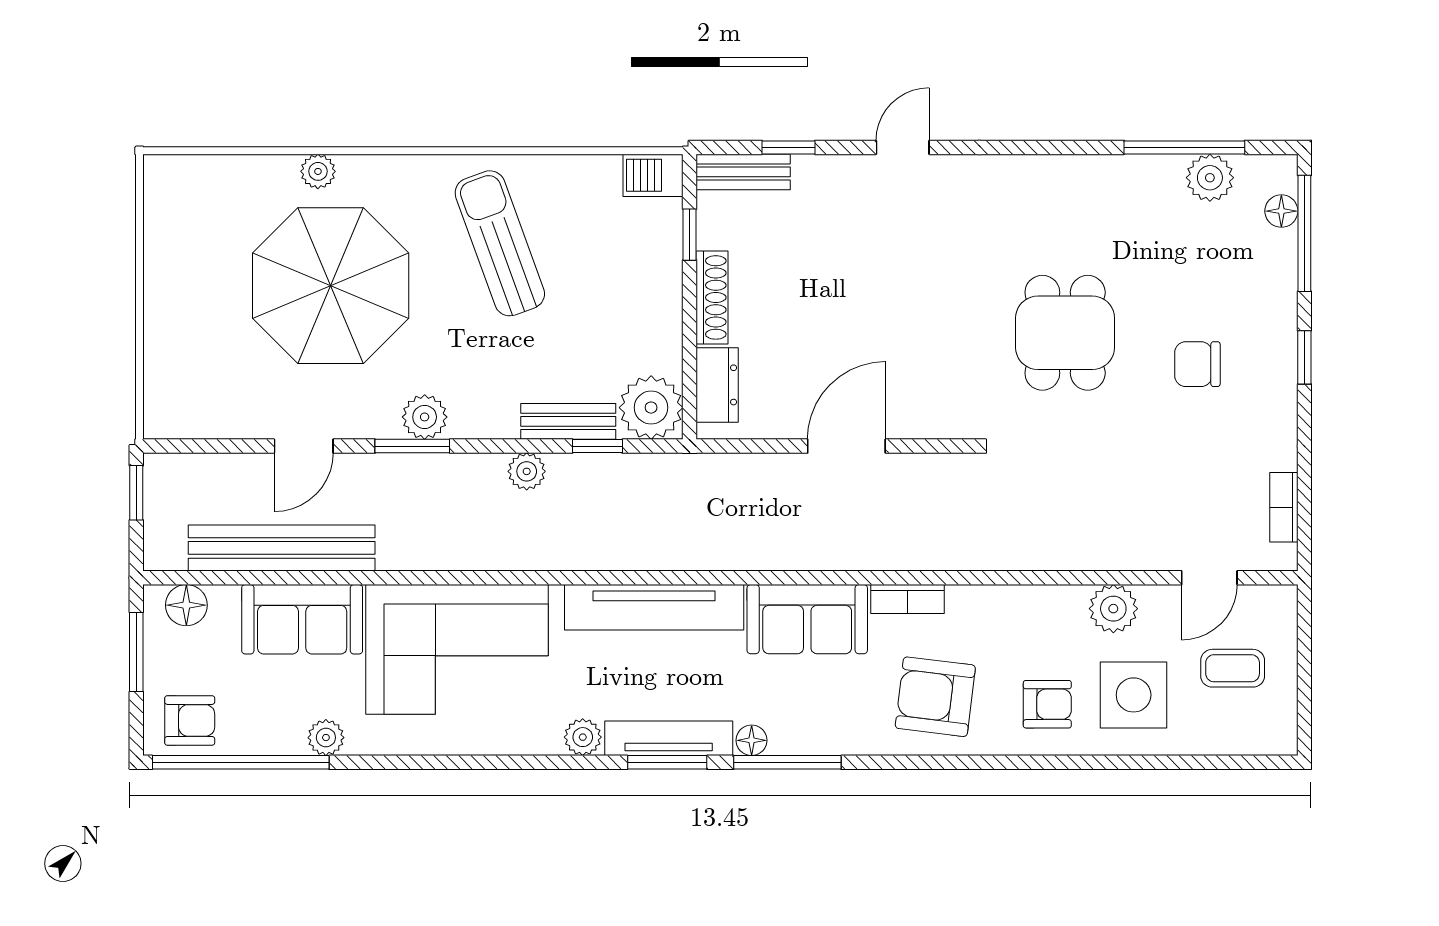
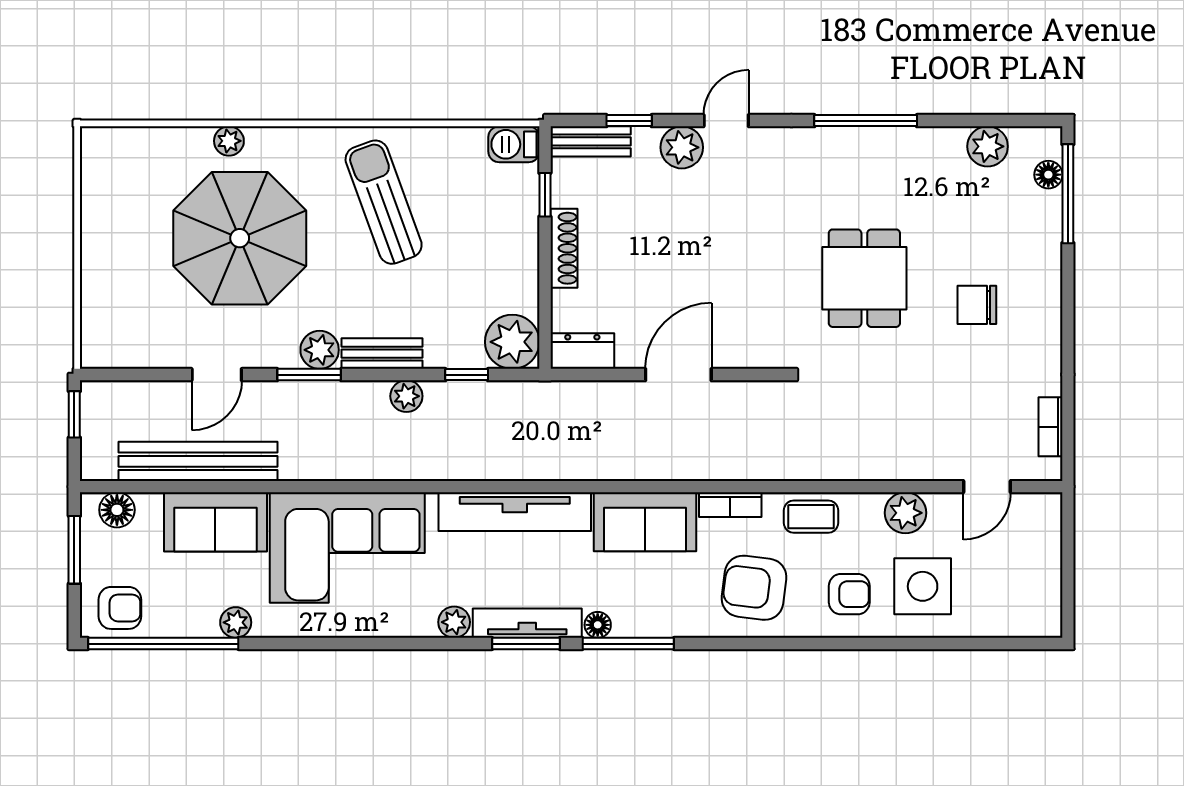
window: (1184, 147) -> (866, 121), moved
plant: (850, 179) -> (682, 147), added
window: (1304, 357) -> (1068, 299), removed
dresser: (717, 385) -> (582, 351), moved, turned -90
bench: (568, 421) -> (382, 354), moved
coffee table: (1233, 668) -> (811, 517), moved

